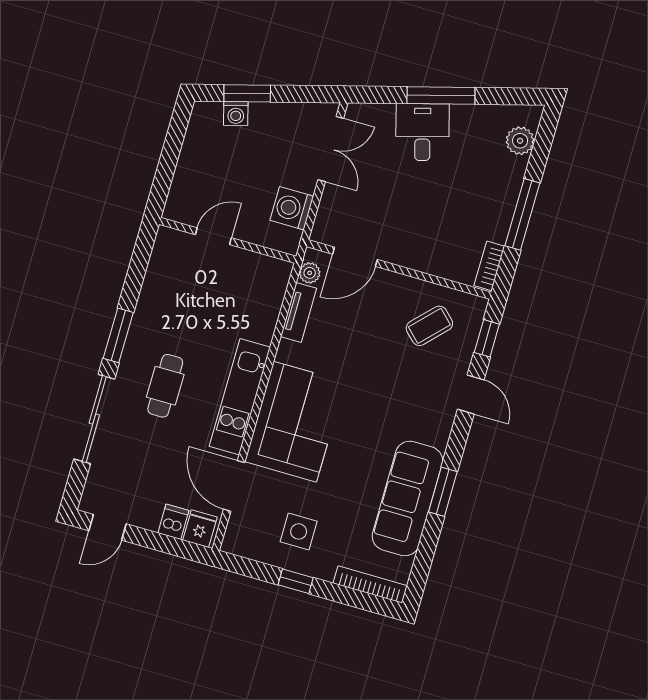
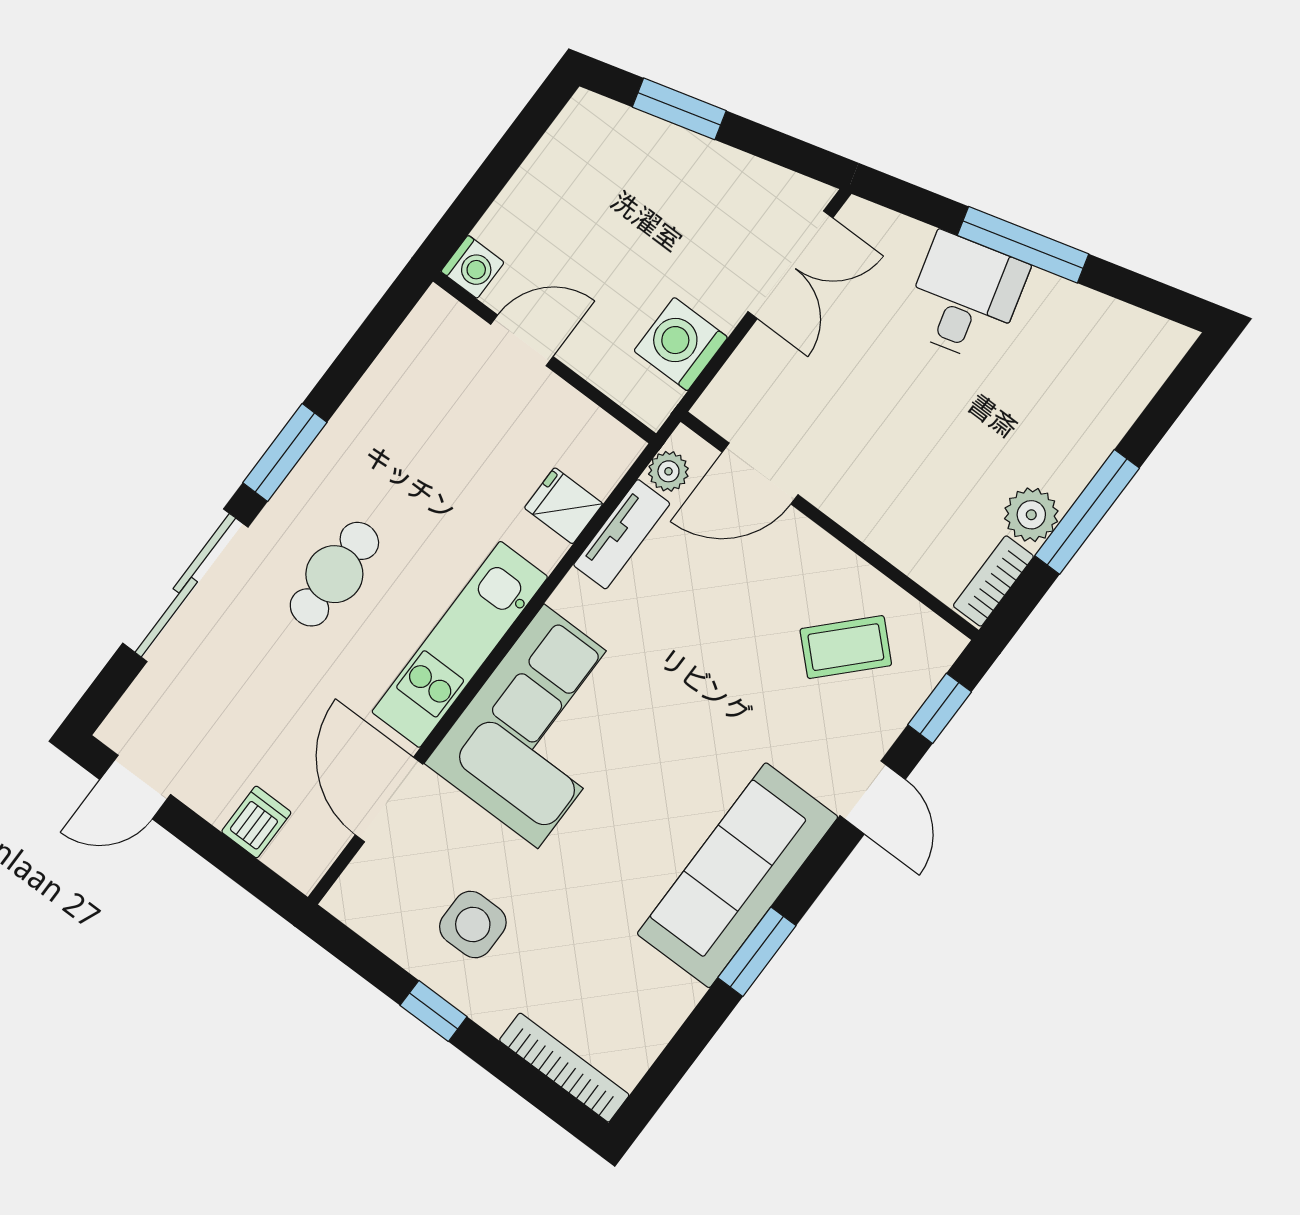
washing machine: (236, 113) -> (473, 267), moved, turned -75
plant: (520, 141) -> (1031, 515), moved
sofa: (407, 498) -> (738, 875), moved
fridge: (200, 529) -> (564, 506), moved, turned -90

